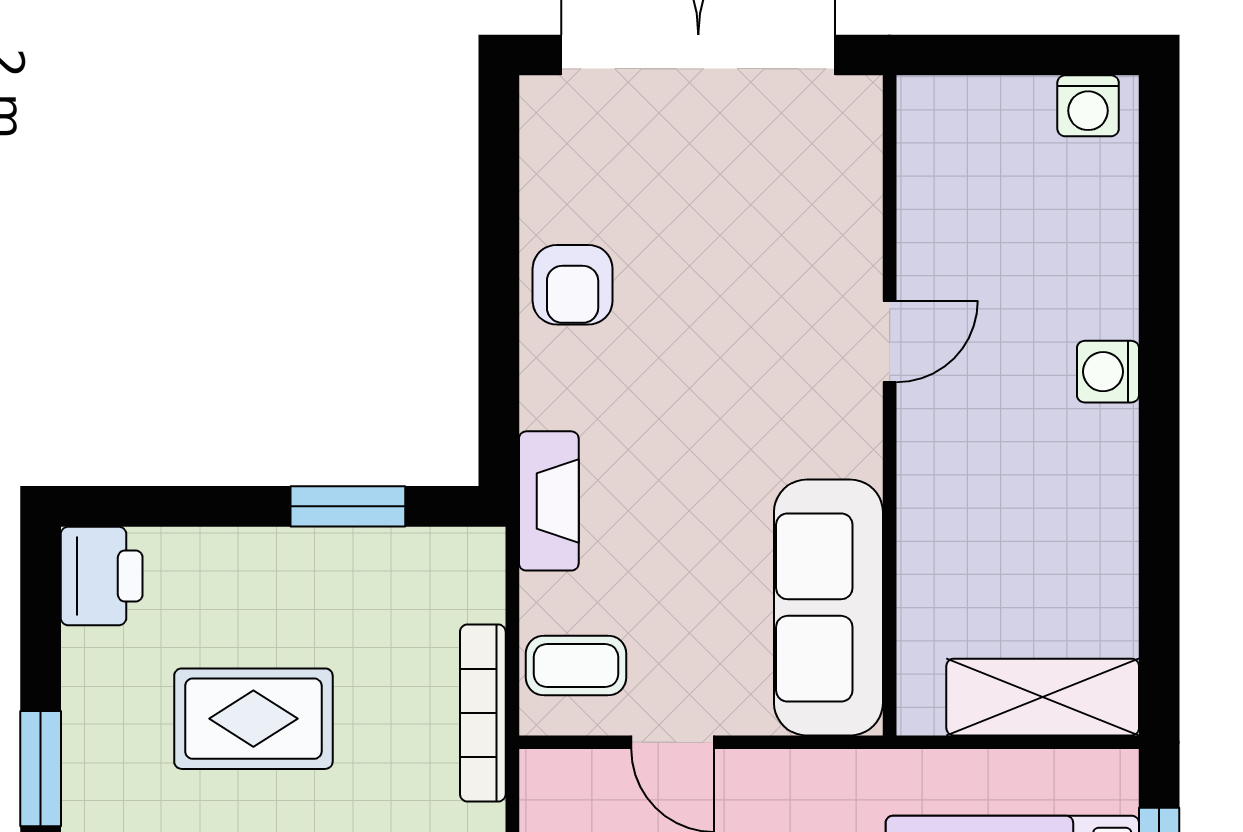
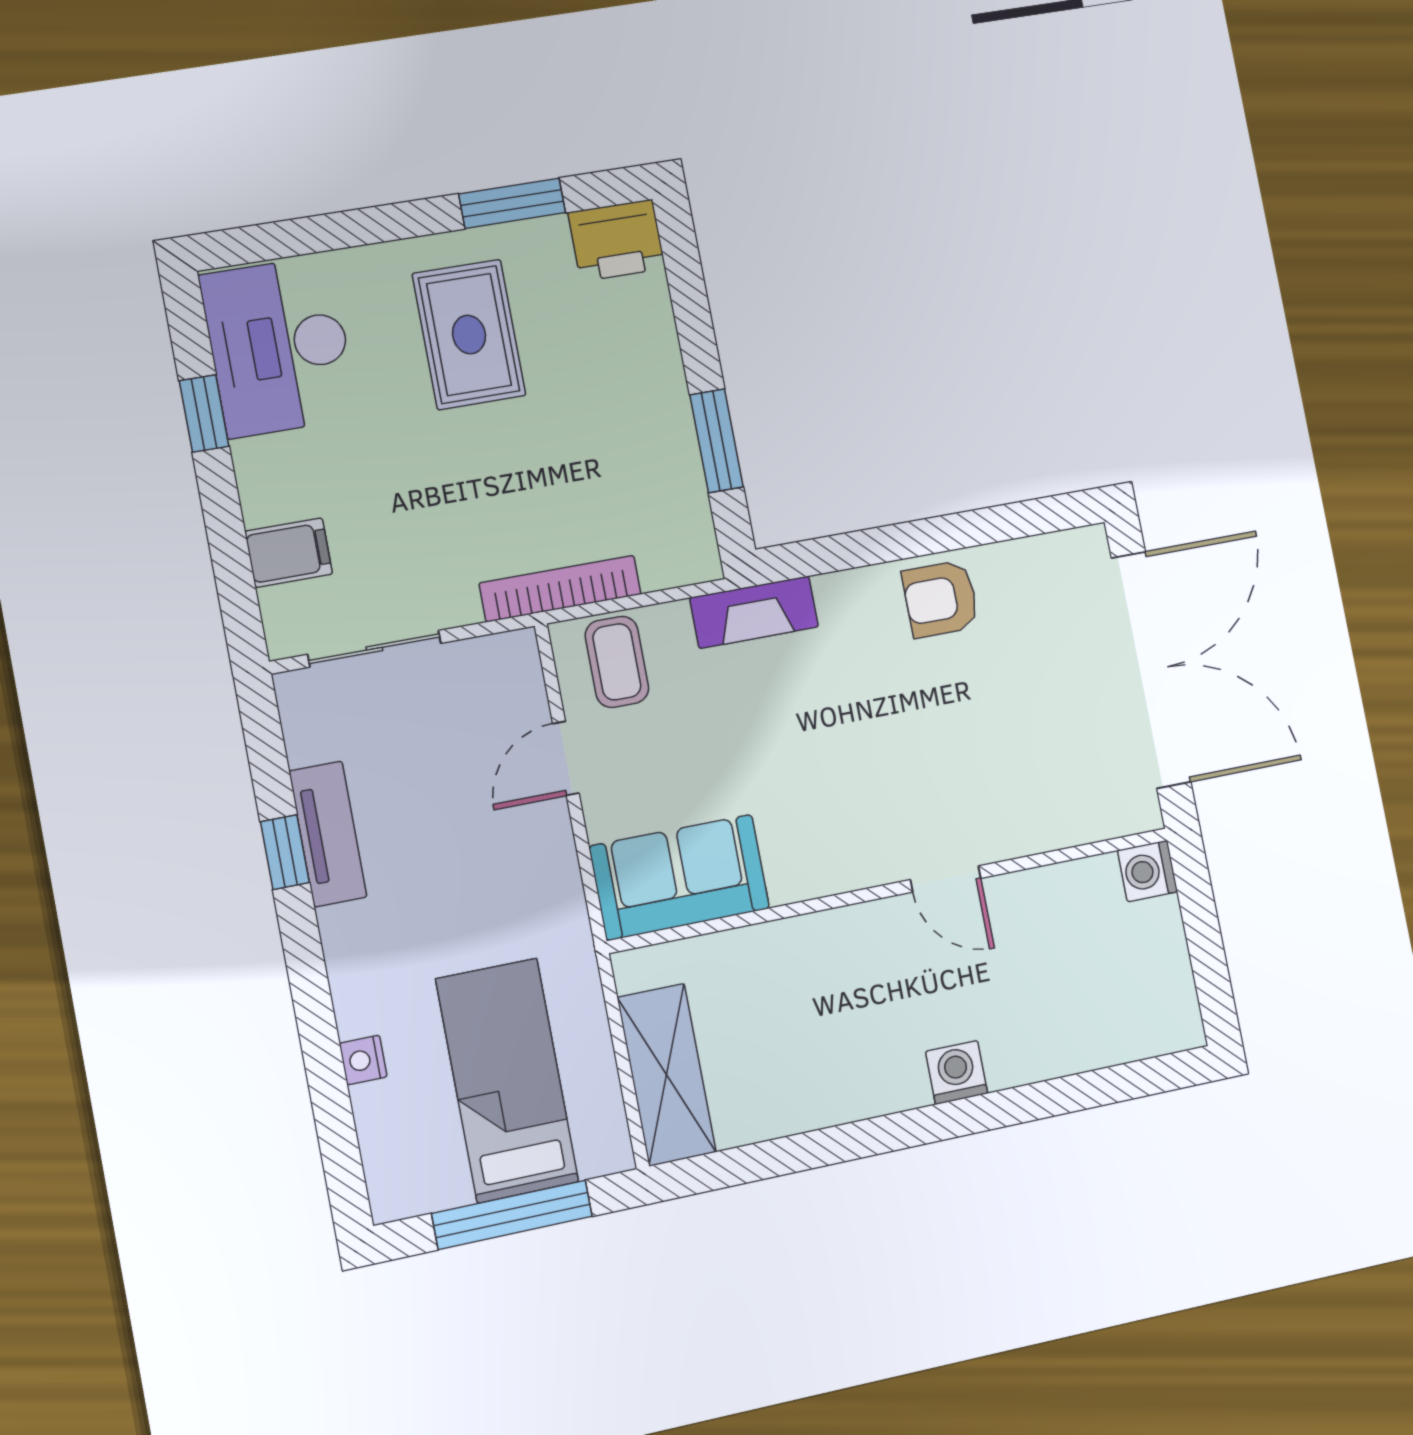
washing machine: (1088, 106) -> (1148, 871), moved
sofa: (828, 608) -> (679, 877), width x0.73
rug: (253, 719) -> (469, 335), moved
window: (41, 769) -> (512, 203), moved

